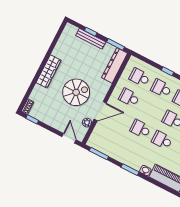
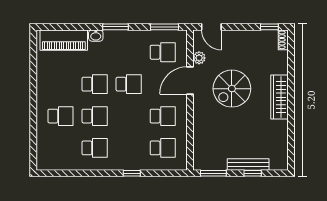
dresser: (115, 65) -> (201, 147), removed
school desk: (161, 88) -> (163, 52), moved

